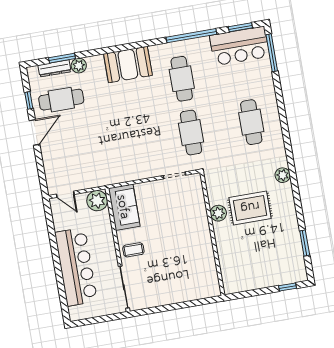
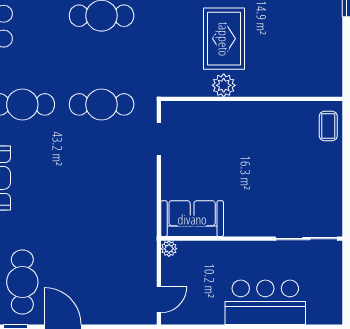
plant: (97, 201) -> (169, 249), width x0.53, depth x0.53
coffee table: (133, 250) -> (328, 126), moved
bar counter: (76, 267) -> (265, 302), width x0.73

